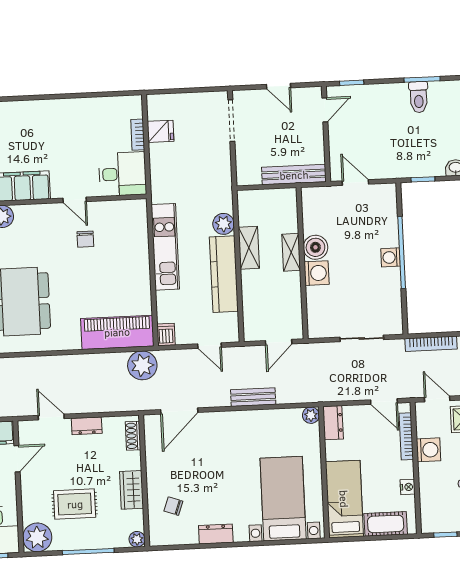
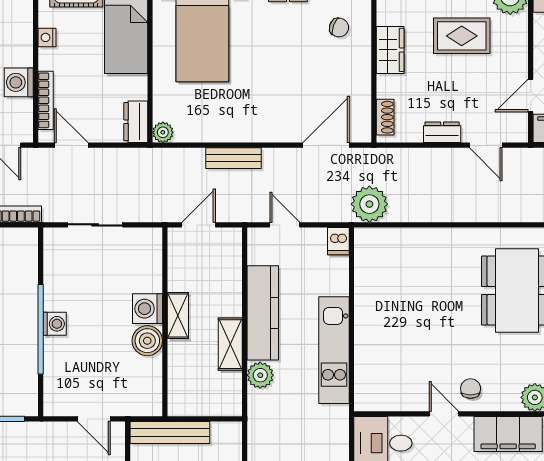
chair: (85, 239) -> (471, 389), moved
shelving: (291, 252) -> (178, 315), moved
piano: (117, 332) -> (399, 247), removed

